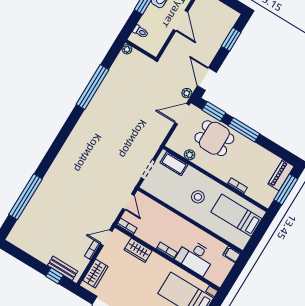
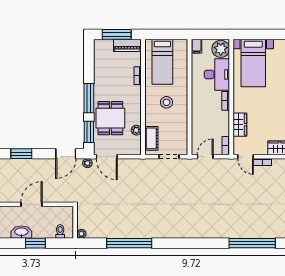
piano: (281, 175) -> (127, 45), moved
plant: (216, 275) -> (221, 49), added

